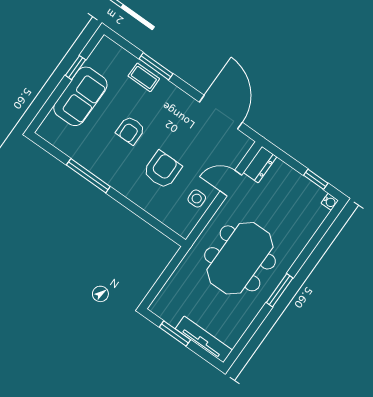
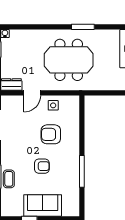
door: (231, 183) -> (32, 93), hinge flipped
window: (280, 290) -> (83, 27), moved

